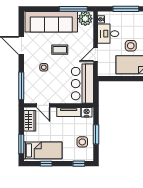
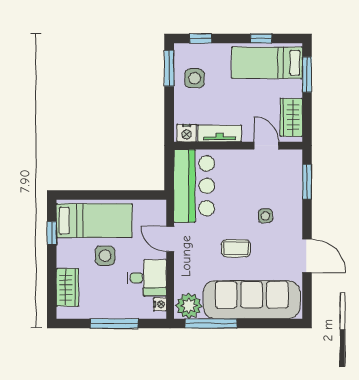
door: (95, 55) -> (170, 239), swing flipped
window: (21, 86) -> (307, 182), width x0.69
window: (96, 134) -> (169, 68), moved

